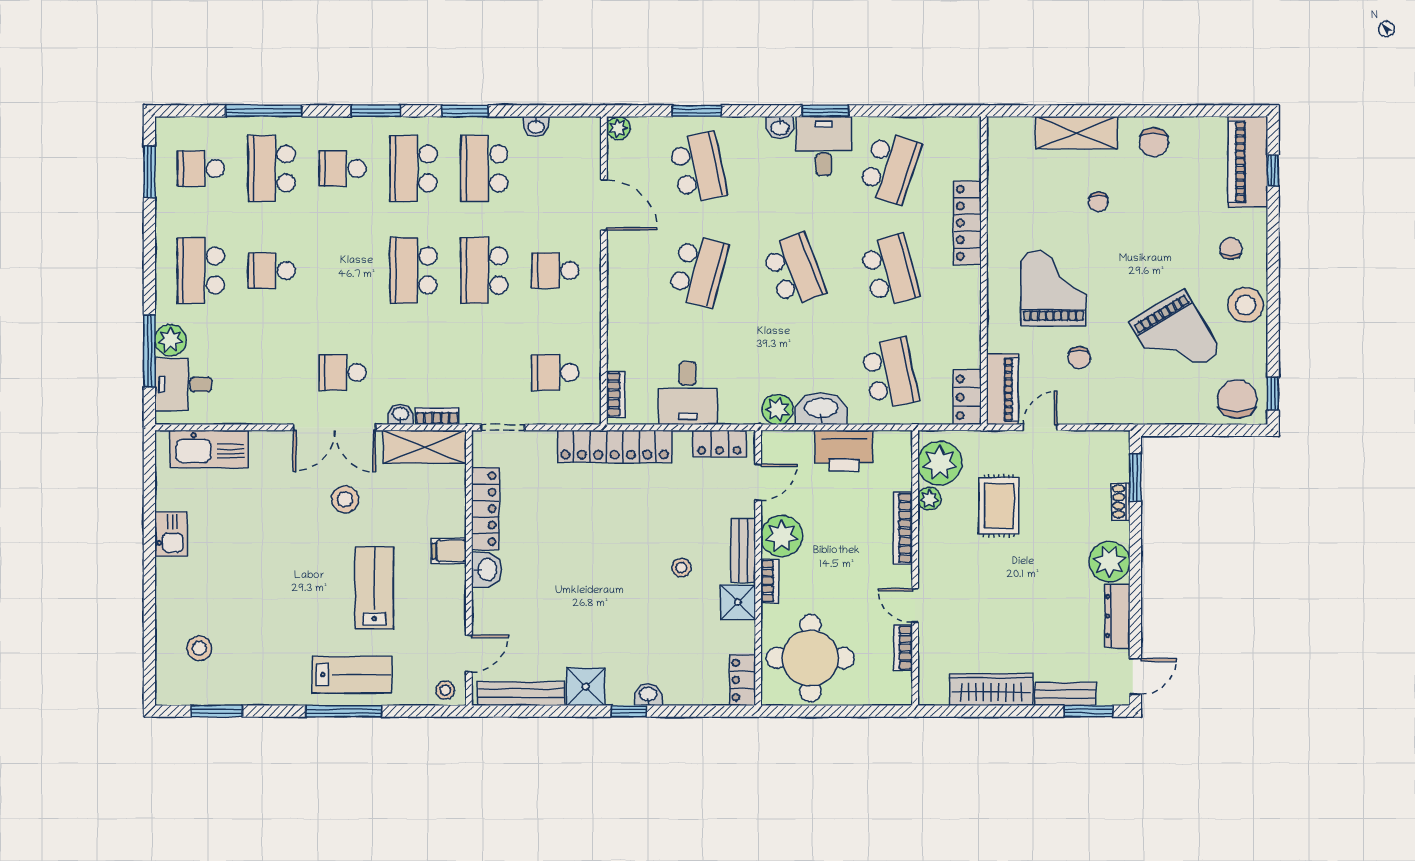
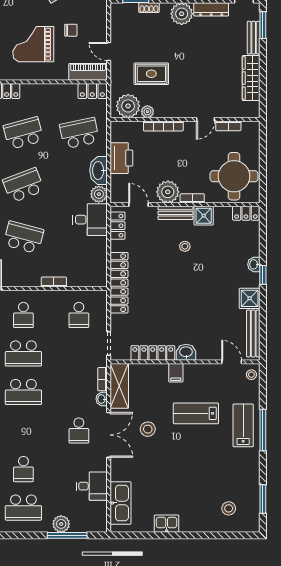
desk: (183, 384) -> (92, 486), moved, turned -90
desk: (688, 393) -> (90, 220), moved
bookcase: (616, 394) -> (54, 282), moved

